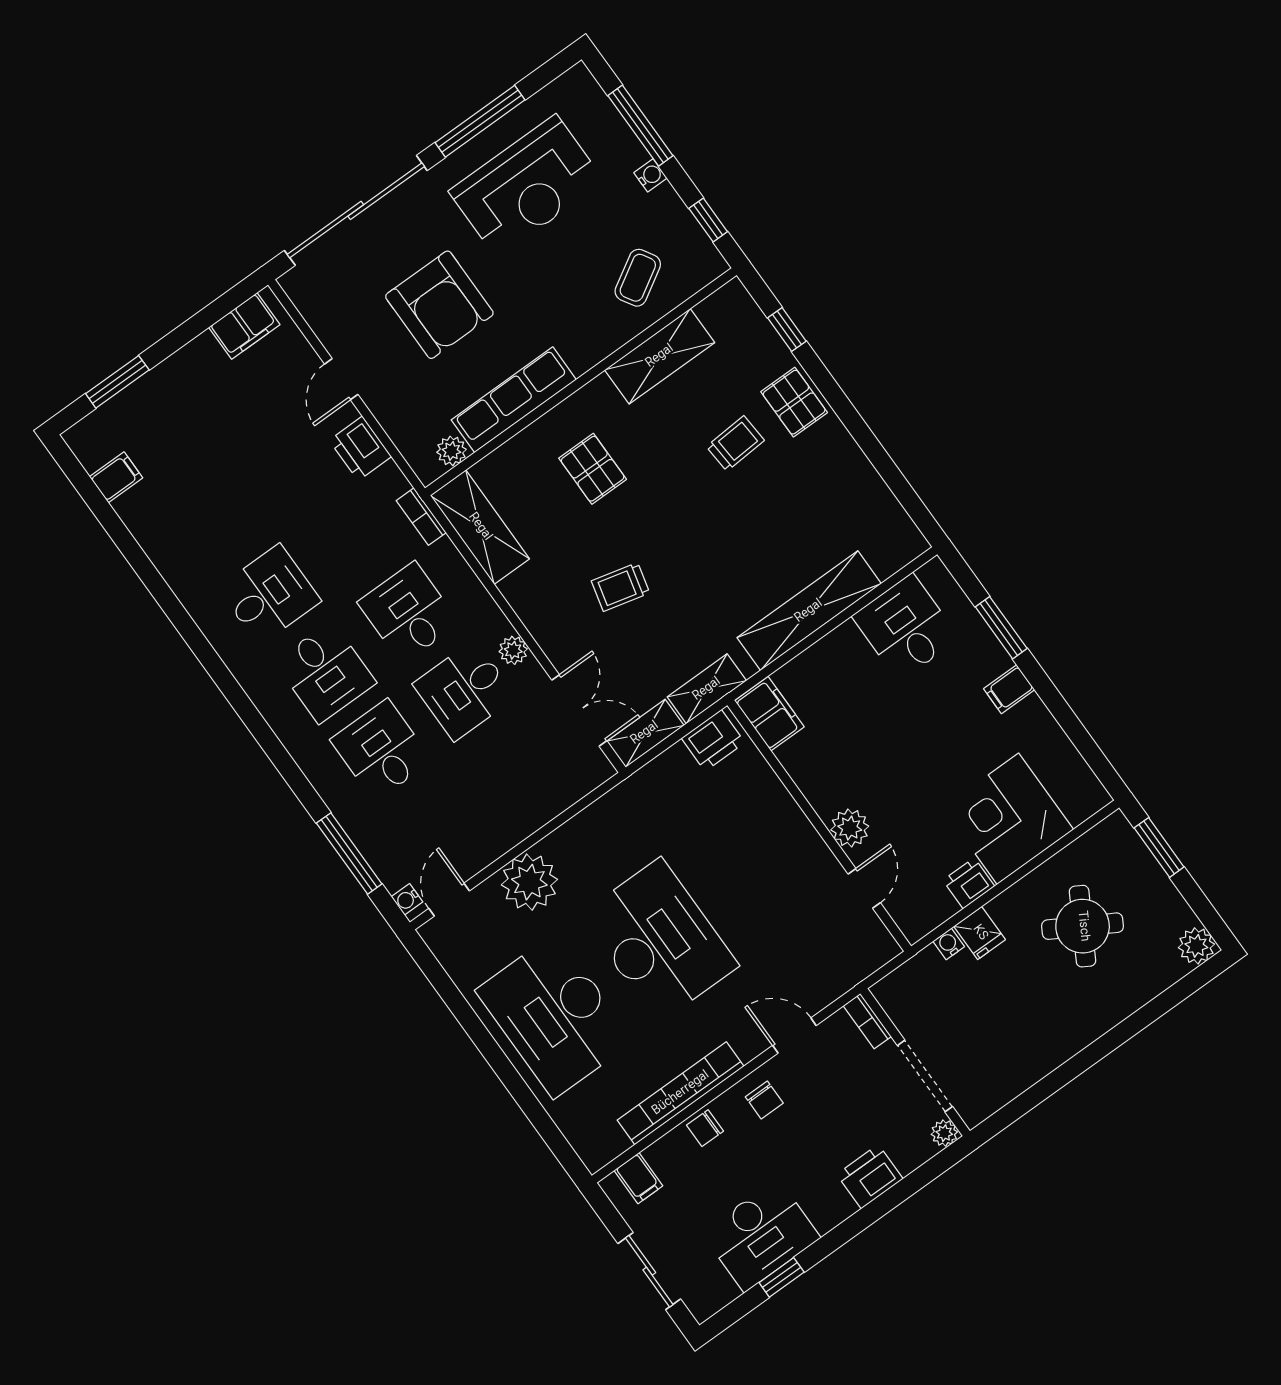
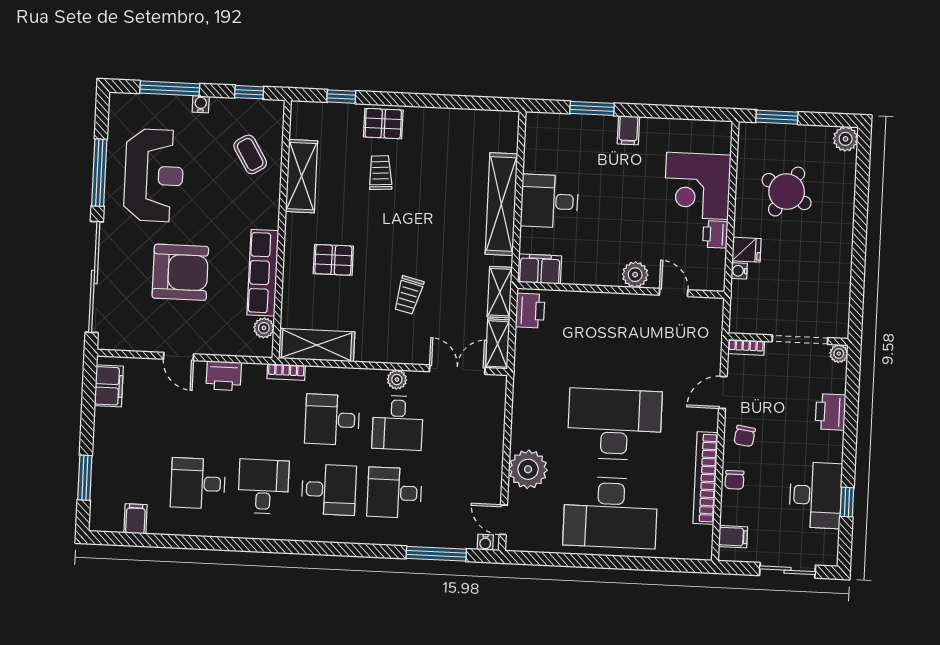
desk: (213, 517) -> (198, 483), added
desk: (906, 627) -> (549, 201), moved
chair: (764, 1100) -> (745, 436), turned 98

